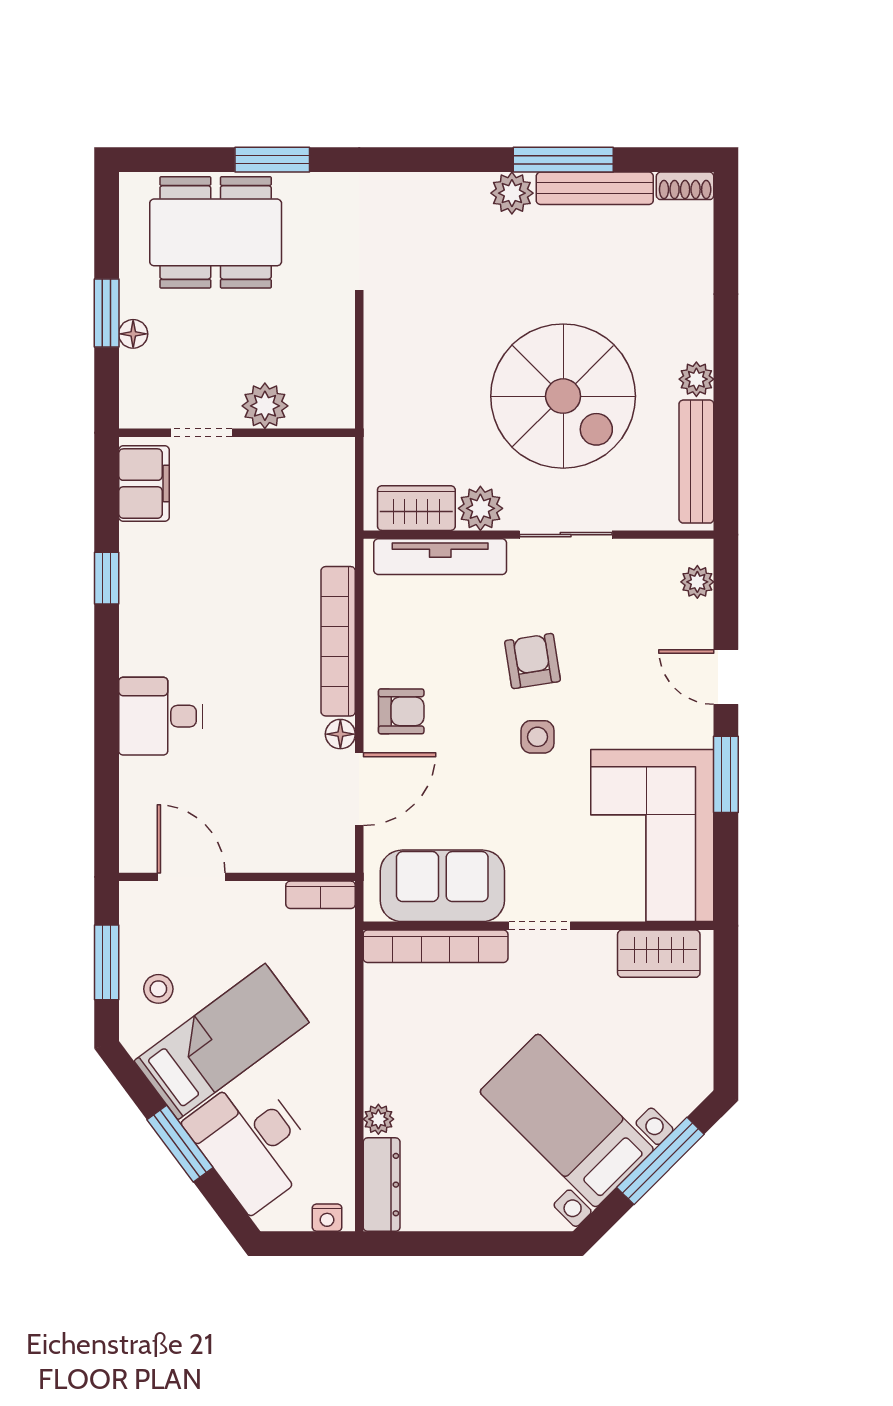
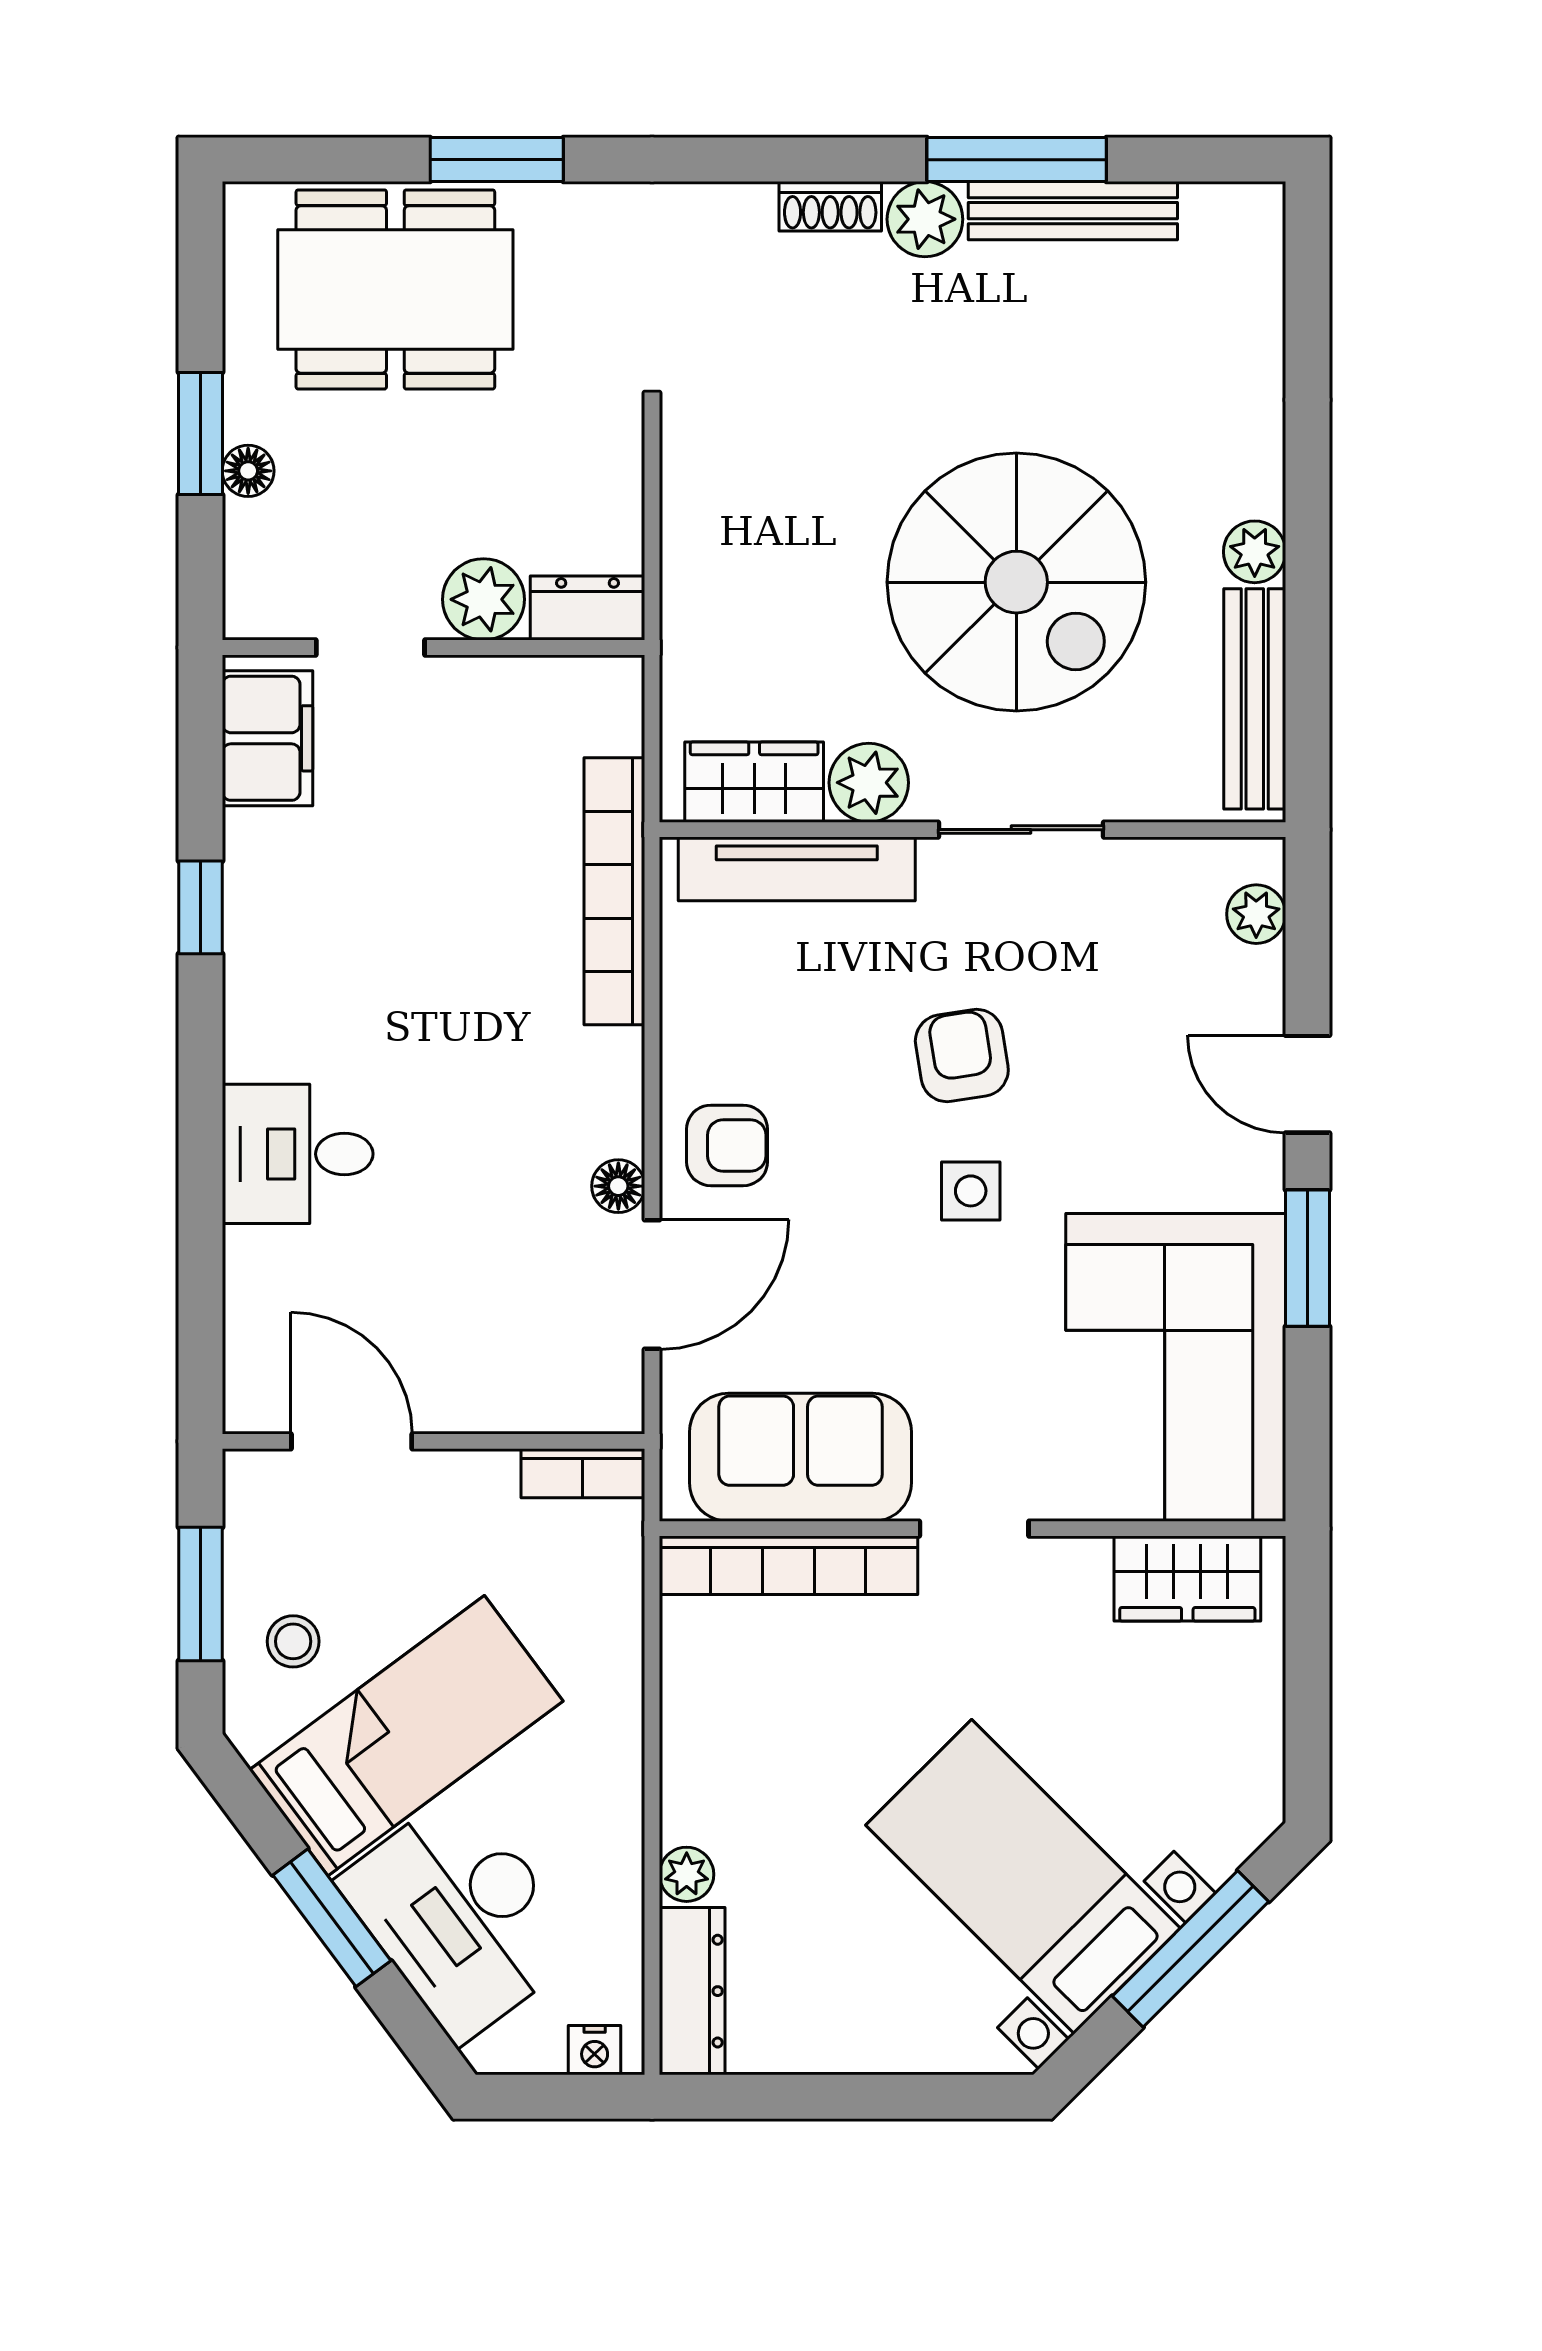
shoe rack: (685, 186) -> (830, 206), moved
dresser: (323, 411) -> (588, 608), added
bookcase: (338, 641) -> (614, 891), moved

